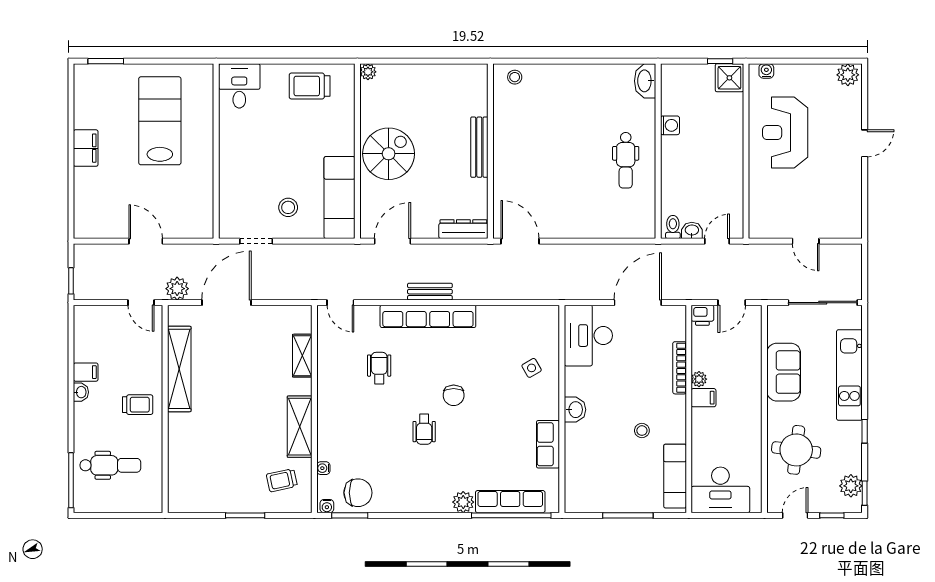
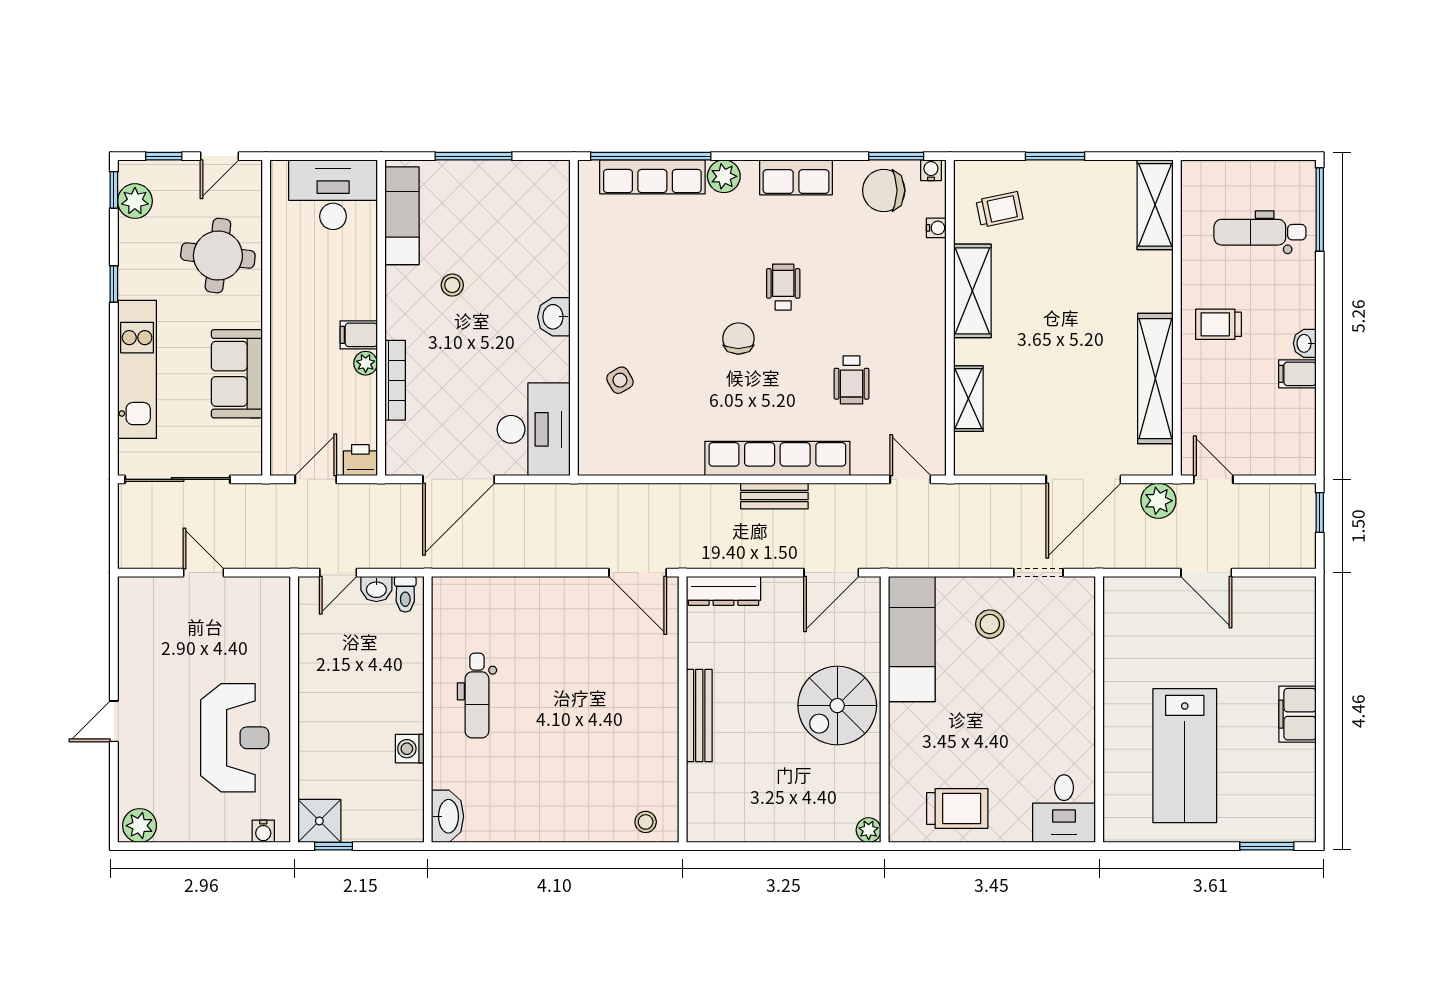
dental chair: (626, 160) -> (477, 696), turned 180
row of seats: (548, 444) -> (796, 177), moved, turned 90
shelving: (179, 483) -> (1155, 205), added

